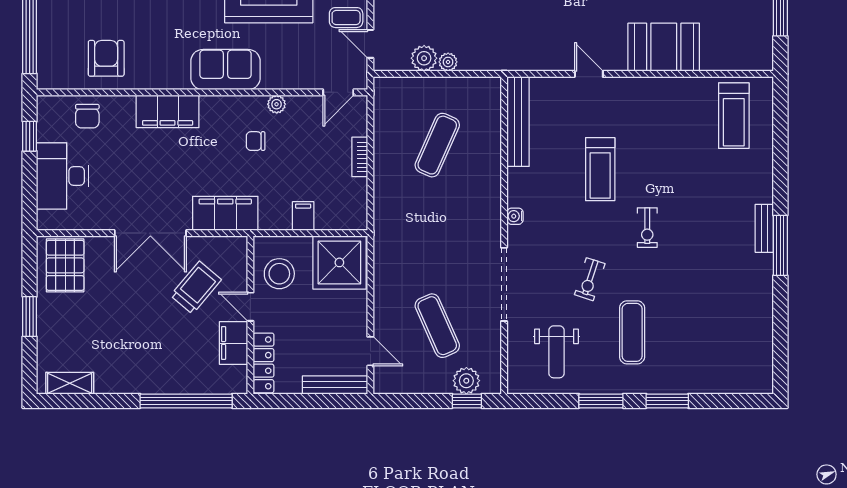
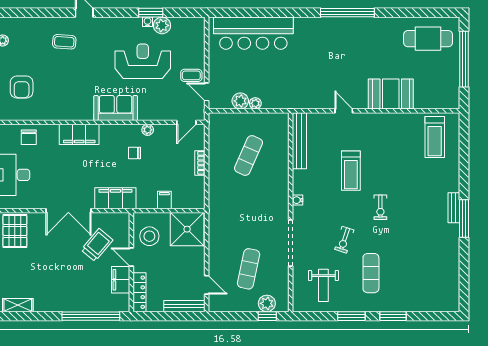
armchair: (106, 58) -> (22, 87), moved, turned 180
exercise mat: (437, 326) -> (249, 269), turned 36

